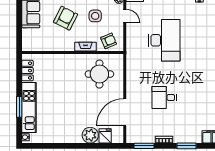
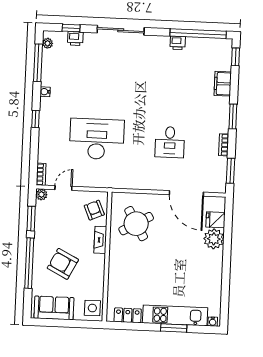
side table: (95, 16) -> (92, 308), moved
round table: (99, 74) -> (136, 224), turned -30

